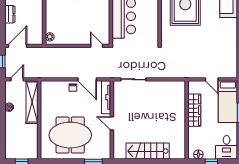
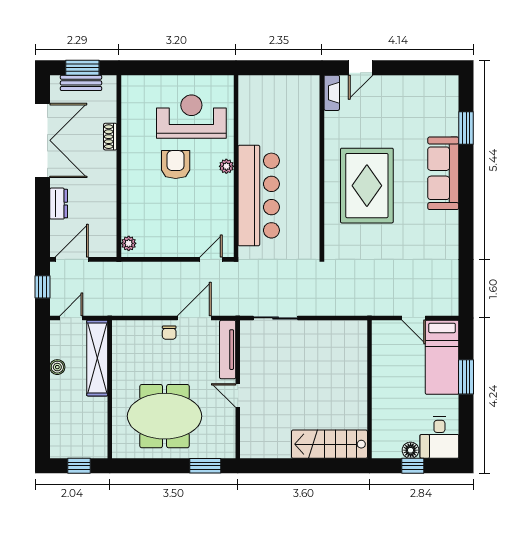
door: (97, 46) -> (211, 259), hinge flipped
door: (87, 79) -> (194, 318), swing flipped
wardrobe: (194, 110) -> (383, 372), removed
stairs: (148, 151) -> (329, 444), moved
floor lamp: (198, 154) -> (411, 450), moved

